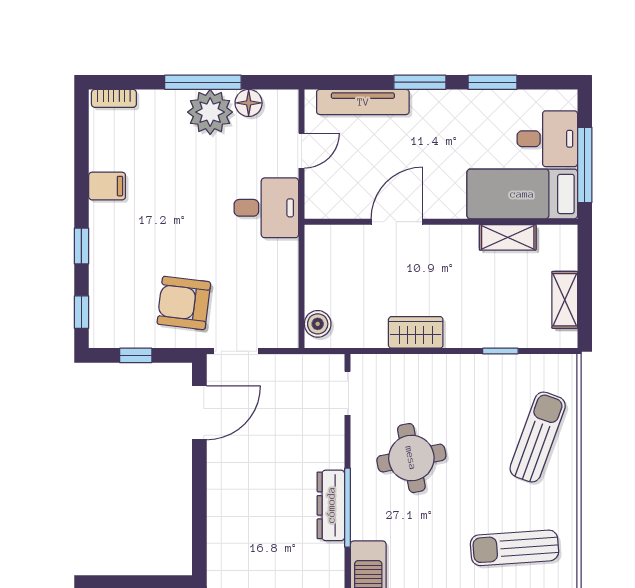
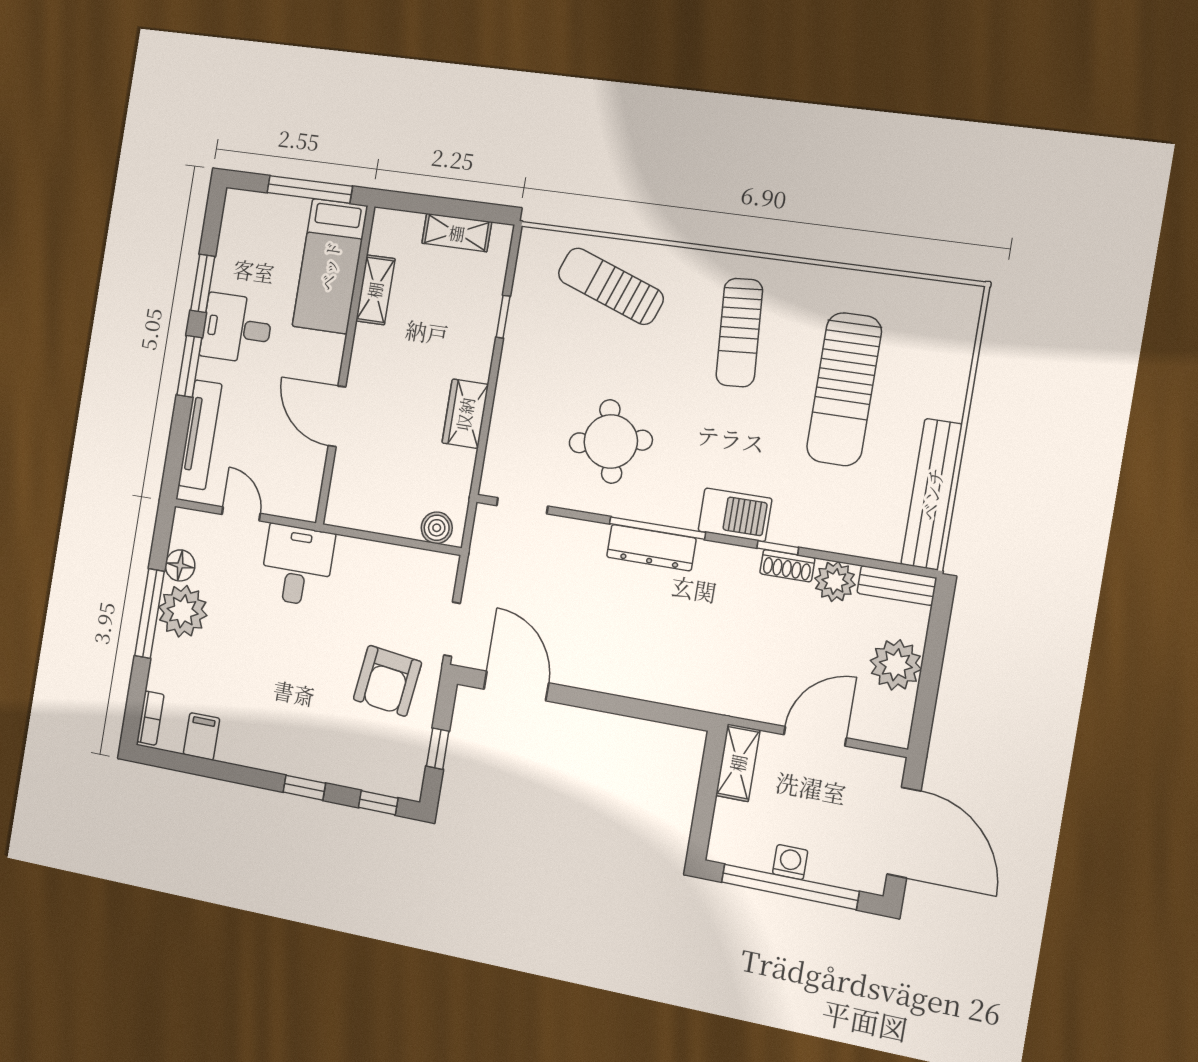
desk: (547, 139) -> (237, 328), moved, turned -90
filing cabinet: (107, 186) -> (202, 736), moved

